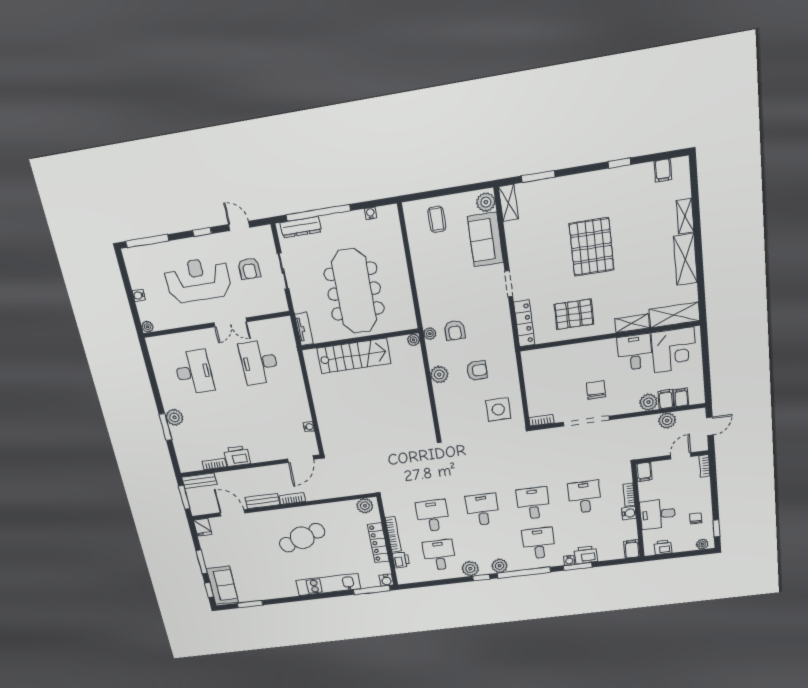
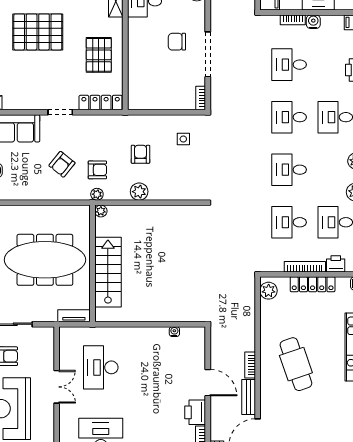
armchair: (455, 294) -> (62, 164), added
desk: (259, 362) -> (101, 367), turned 90
side table: (498, 409) -> (183, 139), width x0.54, depth x0.54
door: (301, 459) -> (208, 383), moved

